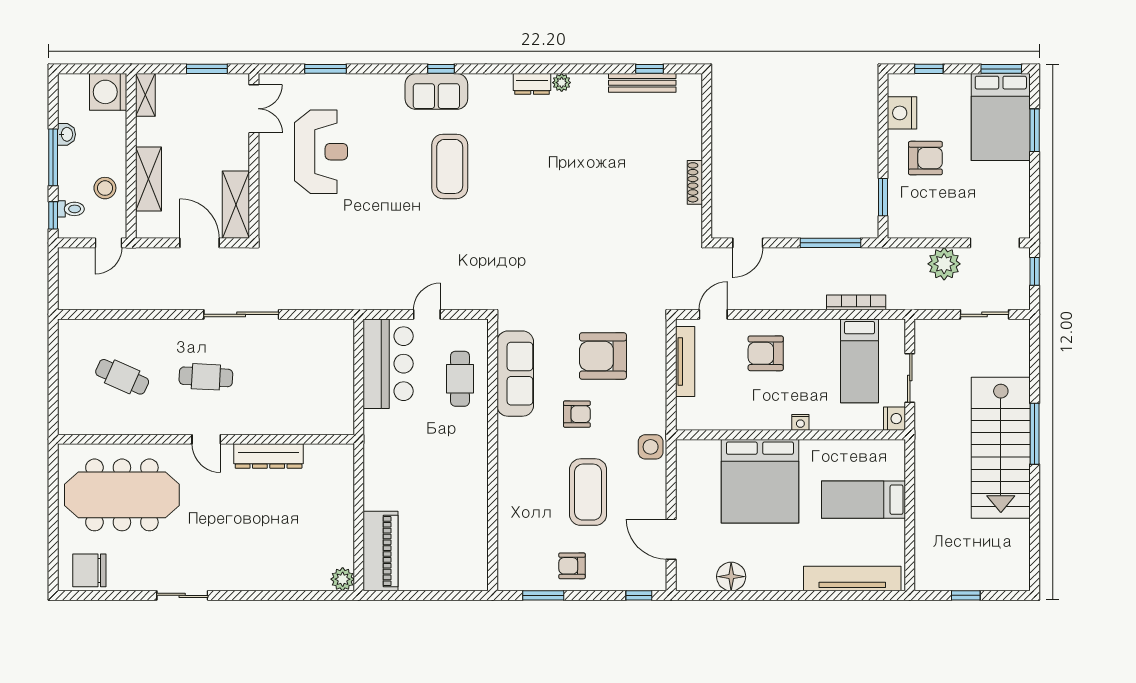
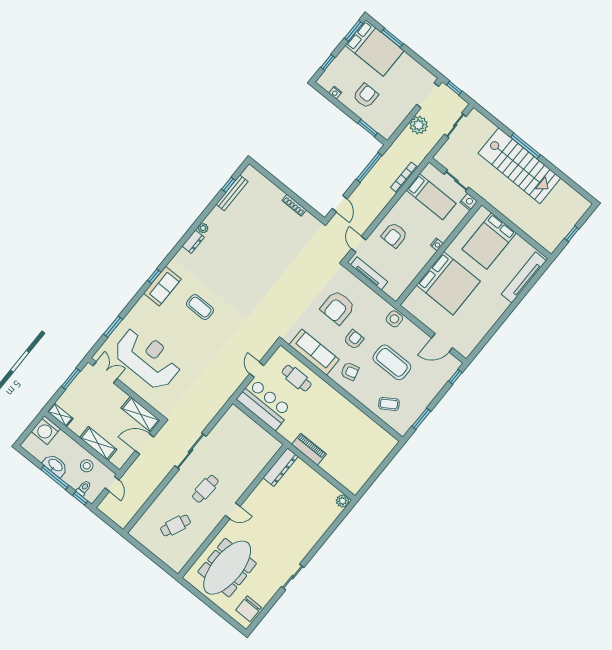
nightstand: (902, 113) -> (335, 93), width x0.53, depth x0.56
washbasin: (66, 134) -> (55, 465), width x1.91, depth x1.45
reception desk: (321, 152) -> (148, 358), width x1.36, depth x1.30
coffee table: (450, 166) -> (200, 307), width x0.73, depth x0.76
dresser: (269, 456) -> (281, 467), moved
bed: (863, 500) -> (489, 241), width x1.50
coffee table: (528, 534) -> (389, 404), added
piano: (381, 551) -> (309, 449), moved, width x0.73, depth x0.75
armchair: (572, 566) -> (350, 371), moved, turned -105
floor lamp: (731, 577) -> (480, 330), removed

